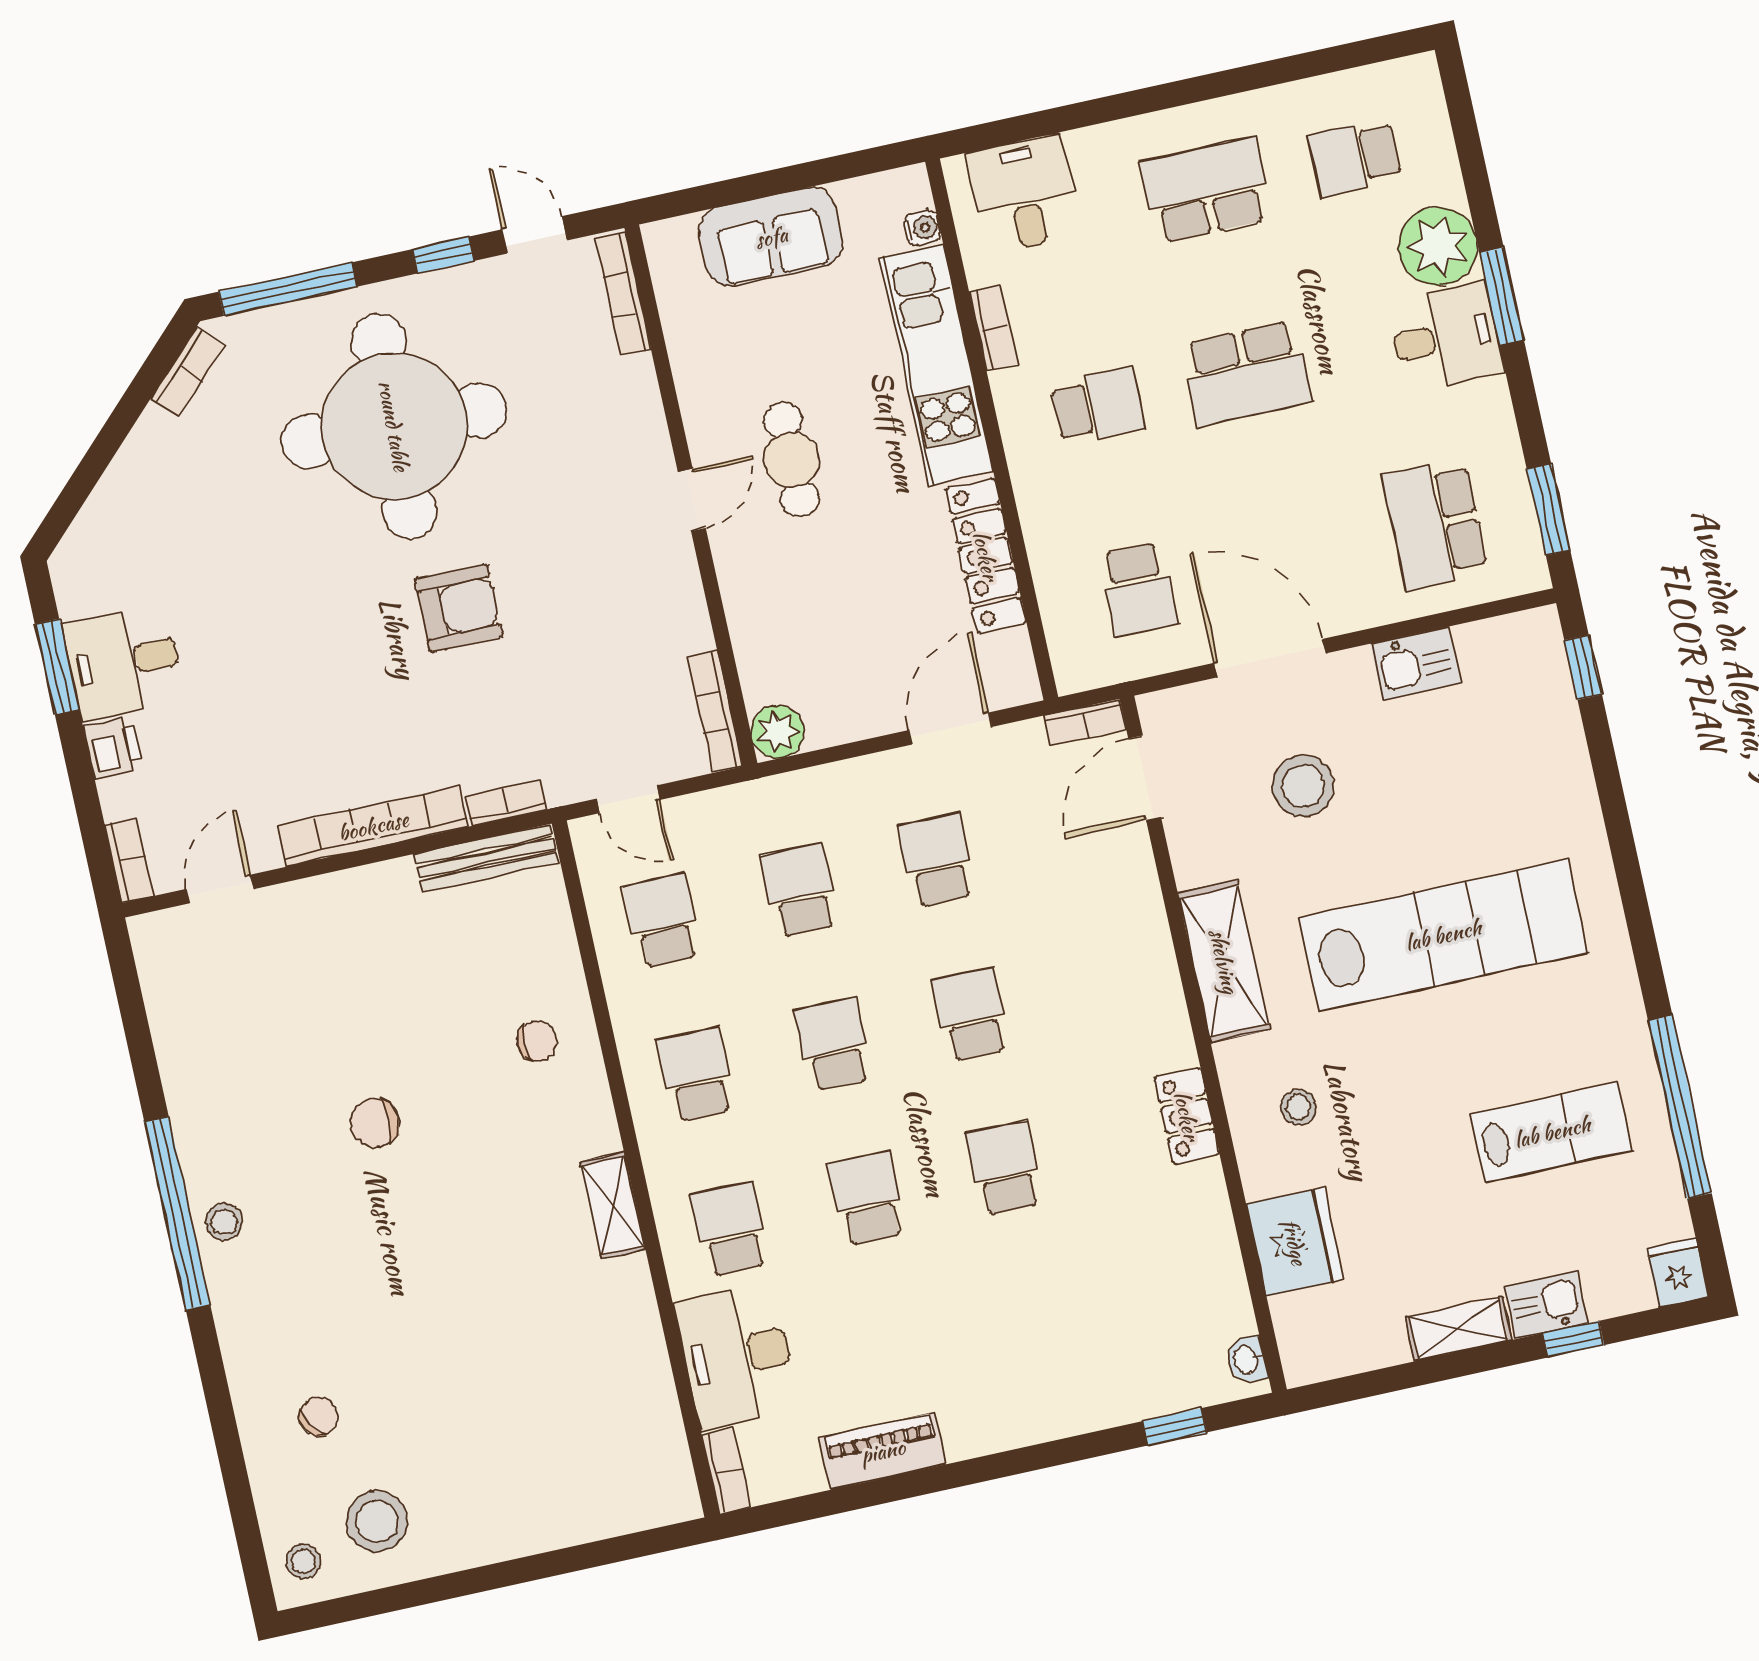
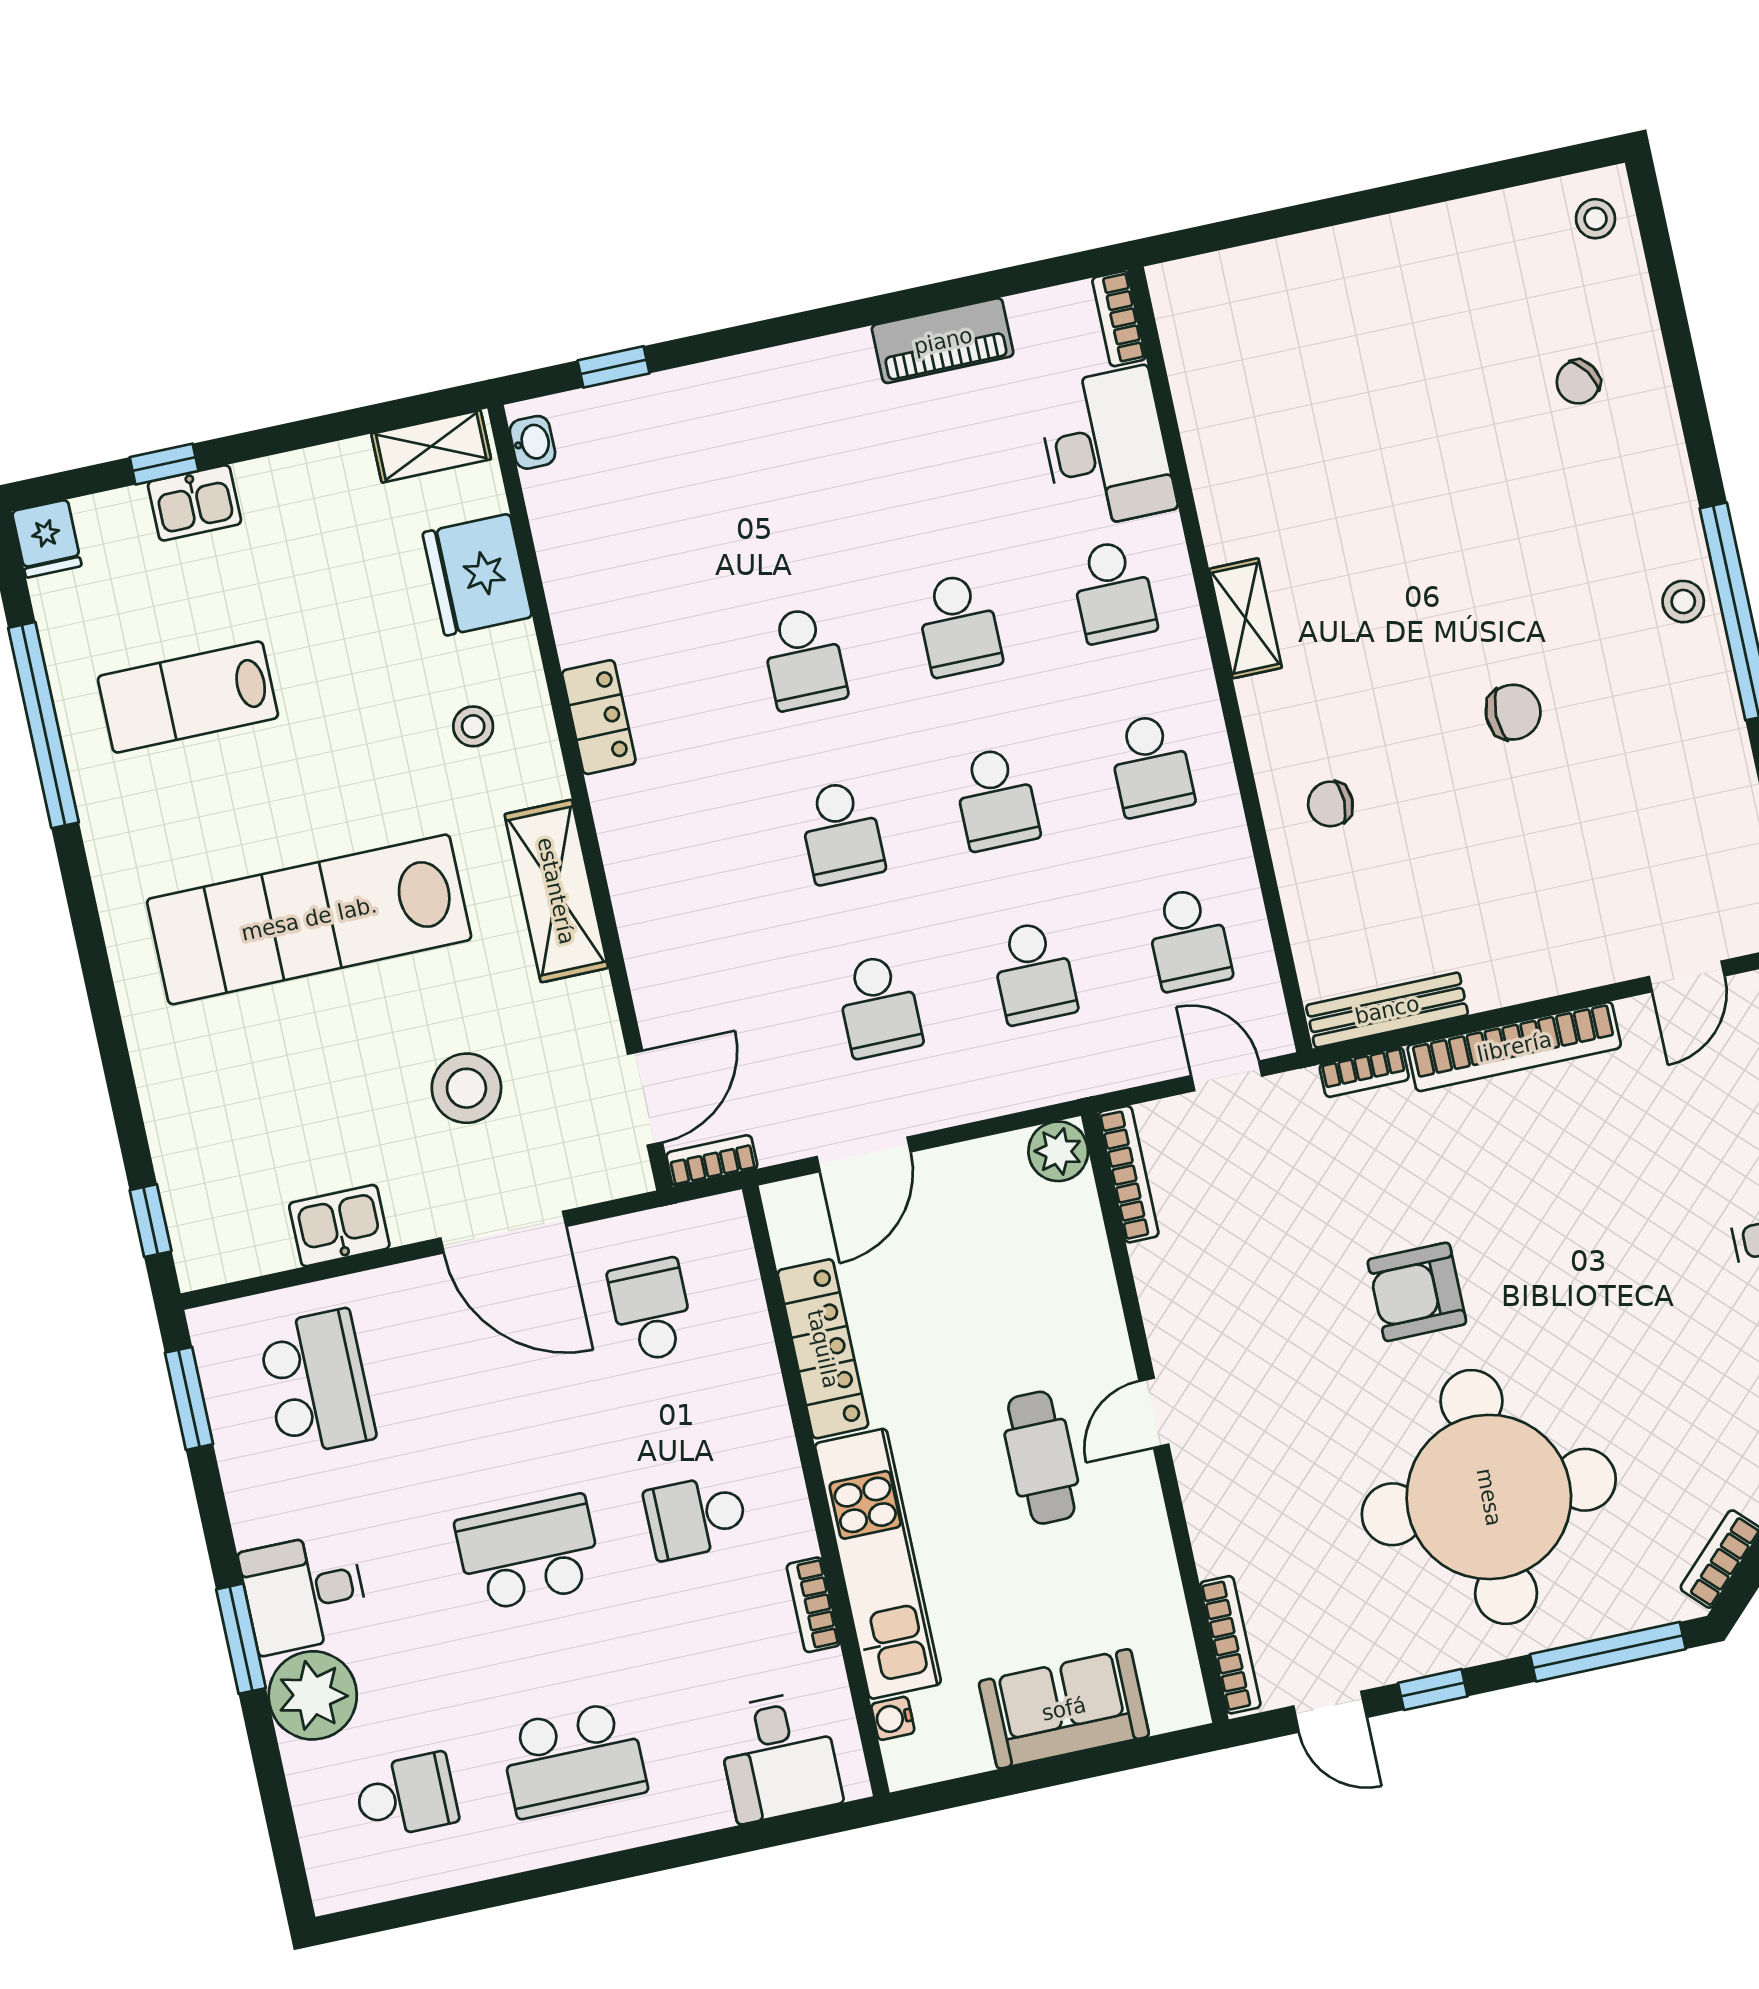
shelving: (1459, 1329) -> (431, 446), moved
stool: (377, 1521) -> (1512, 264), removed

